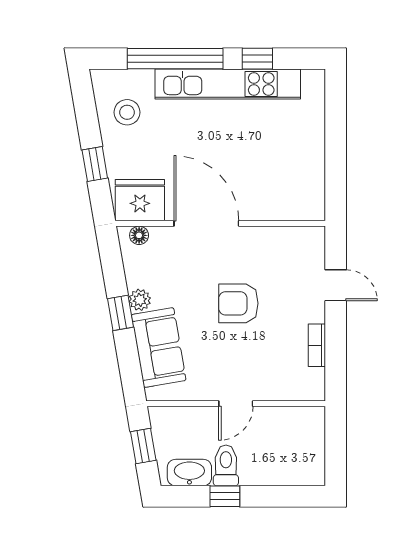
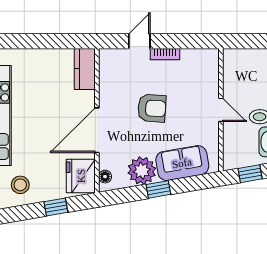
kitchen counter: (295, 206) -> (85, 69), added
plant: (140, 300) -> (142, 171), width x1.87, depth x1.87
armchair: (238, 303) -> (152, 108), turned -86
bookcase: (317, 345) -> (165, 54), moved

